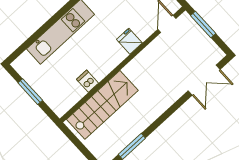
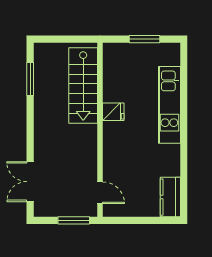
fridge: (129, 41) -> (113, 112), moved
dishwasher: (88, 81) -> (112, 91), removed

